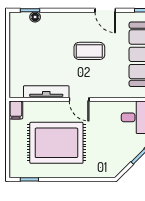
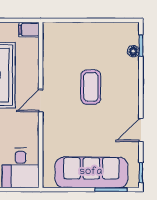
coffee table: (89, 51) -> (91, 87), moved
tv unit: (46, 92) -> (49, 64), removed

